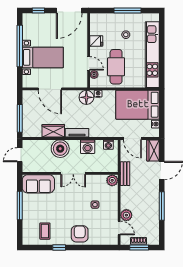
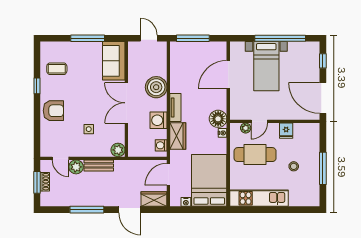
kitchen unit: (152, 55) -> (259, 198), width x0.73
wardrobe: (53, 131) -> (178, 136), moved
double door: (73, 173) -> (126, 103), width x1.37
bench: (125, 174) -> (99, 165), moved
door: (119, 228) -> (60, 158), hinge flipped

